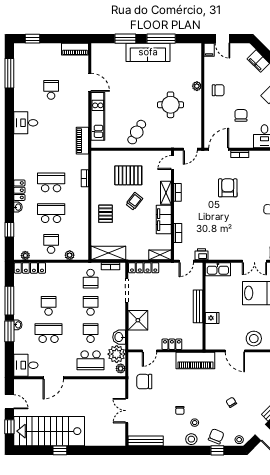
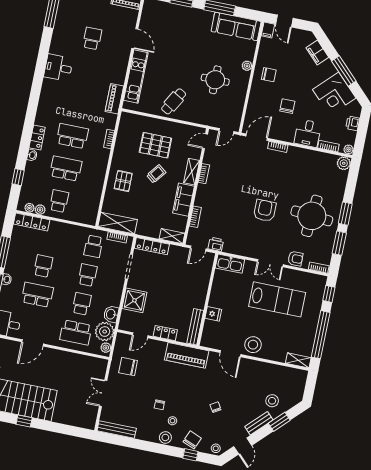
sofa: (148, 52) -> (236, 26), moved
armchair: (228, 188) -> (265, 211), moved
plant: (70, 255) -> (40, 210), moved
bench: (198, 306) -> (195, 327), moved

